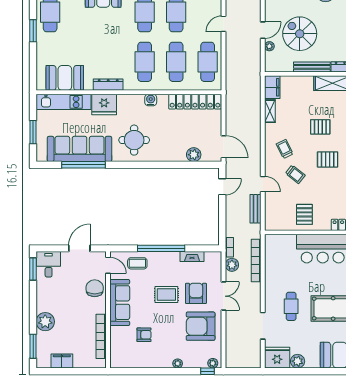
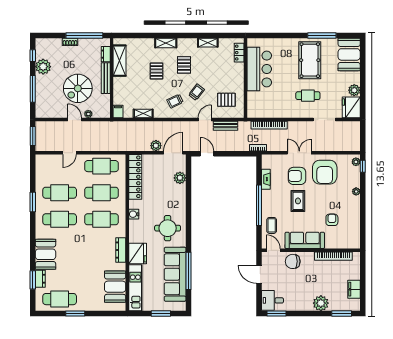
door: (223, 24) -> (69, 153), hinge flipped
filing cabinet: (272, 87) -> (118, 111), width x0.50
pallet: (304, 214) -> (226, 100), moved
door: (108, 265) -> (273, 250), hinge flipped
plant: (232, 265) -> (156, 146), moved

